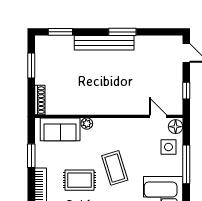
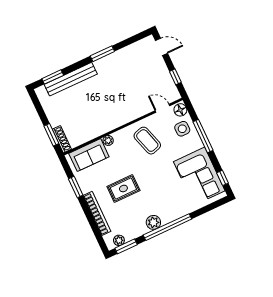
bench: (104, 43) -> (71, 79), moved
window: (31, 66) -> (51, 135), moved
coffee table: (115, 168) -> (147, 141), moved

